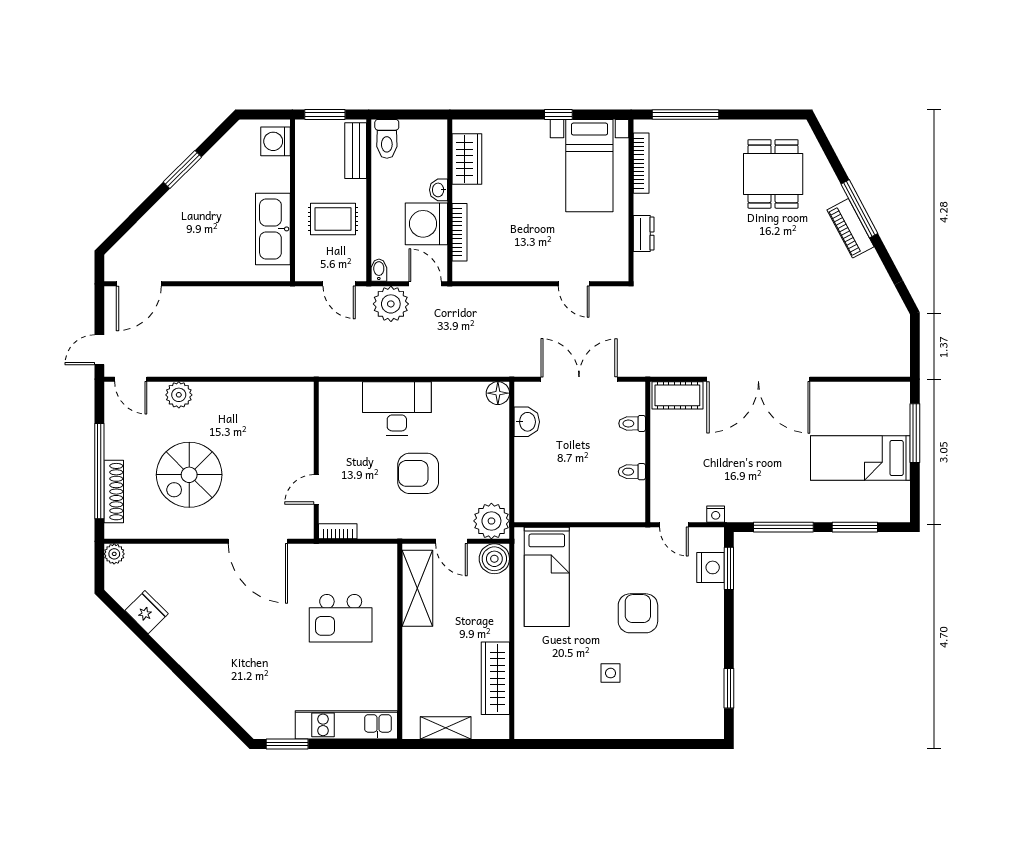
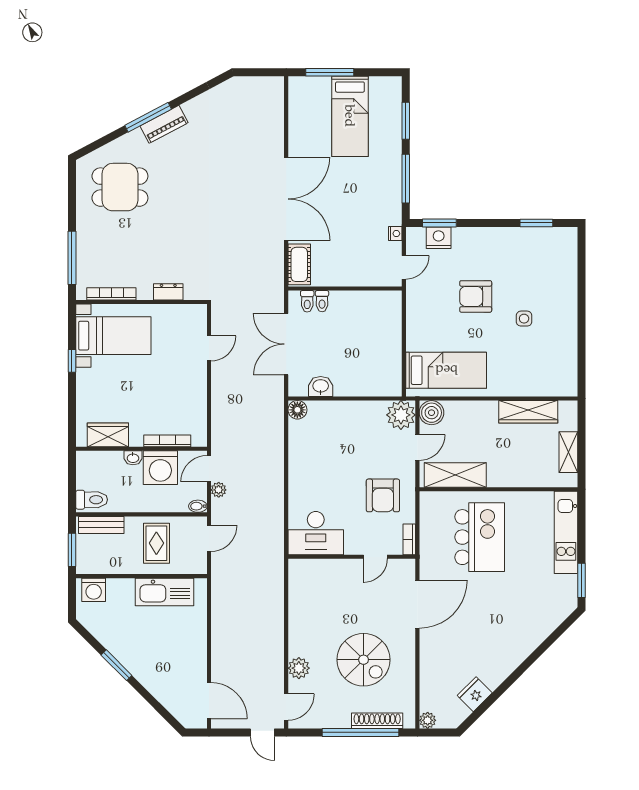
plant: (391, 304) -> (219, 490), width x0.53, depth x0.53
desk: (397, 408) -> (316, 533), moved, turned -90
toilet: (632, 472) -> (307, 301), moved
armchair: (418, 473) -> (383, 495), moved
door: (316, 489) -> (375, 557), hinge flipped
kitchen island: (341, 618) -> (480, 537), width x1.37, depth x1.28

